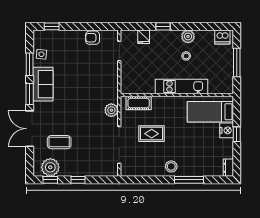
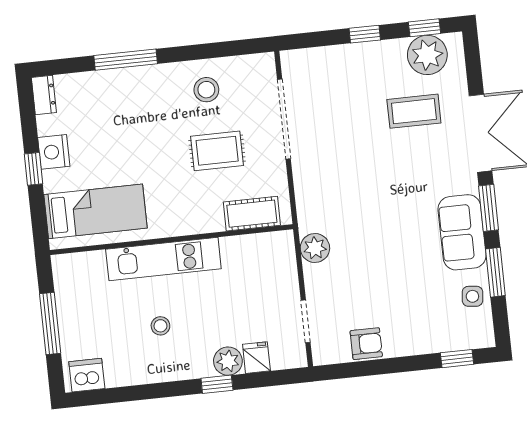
plant: (188, 36) -> (228, 361), moved
plant: (111, 110) -> (315, 248), moved
nightstand: (227, 130) -> (54, 152), moved
stool: (171, 166) -> (206, 90), moved

